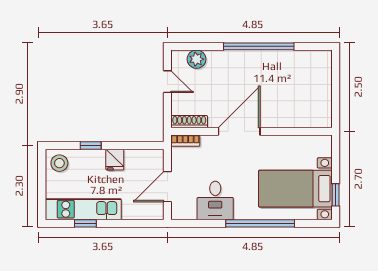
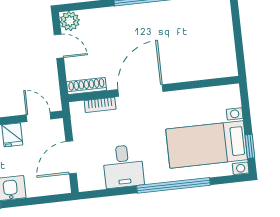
plant: (197, 59) -> (70, 21), moved
bookcase: (185, 141) -> (100, 105), moved
door: (141, 146) -> (39, 117), added

